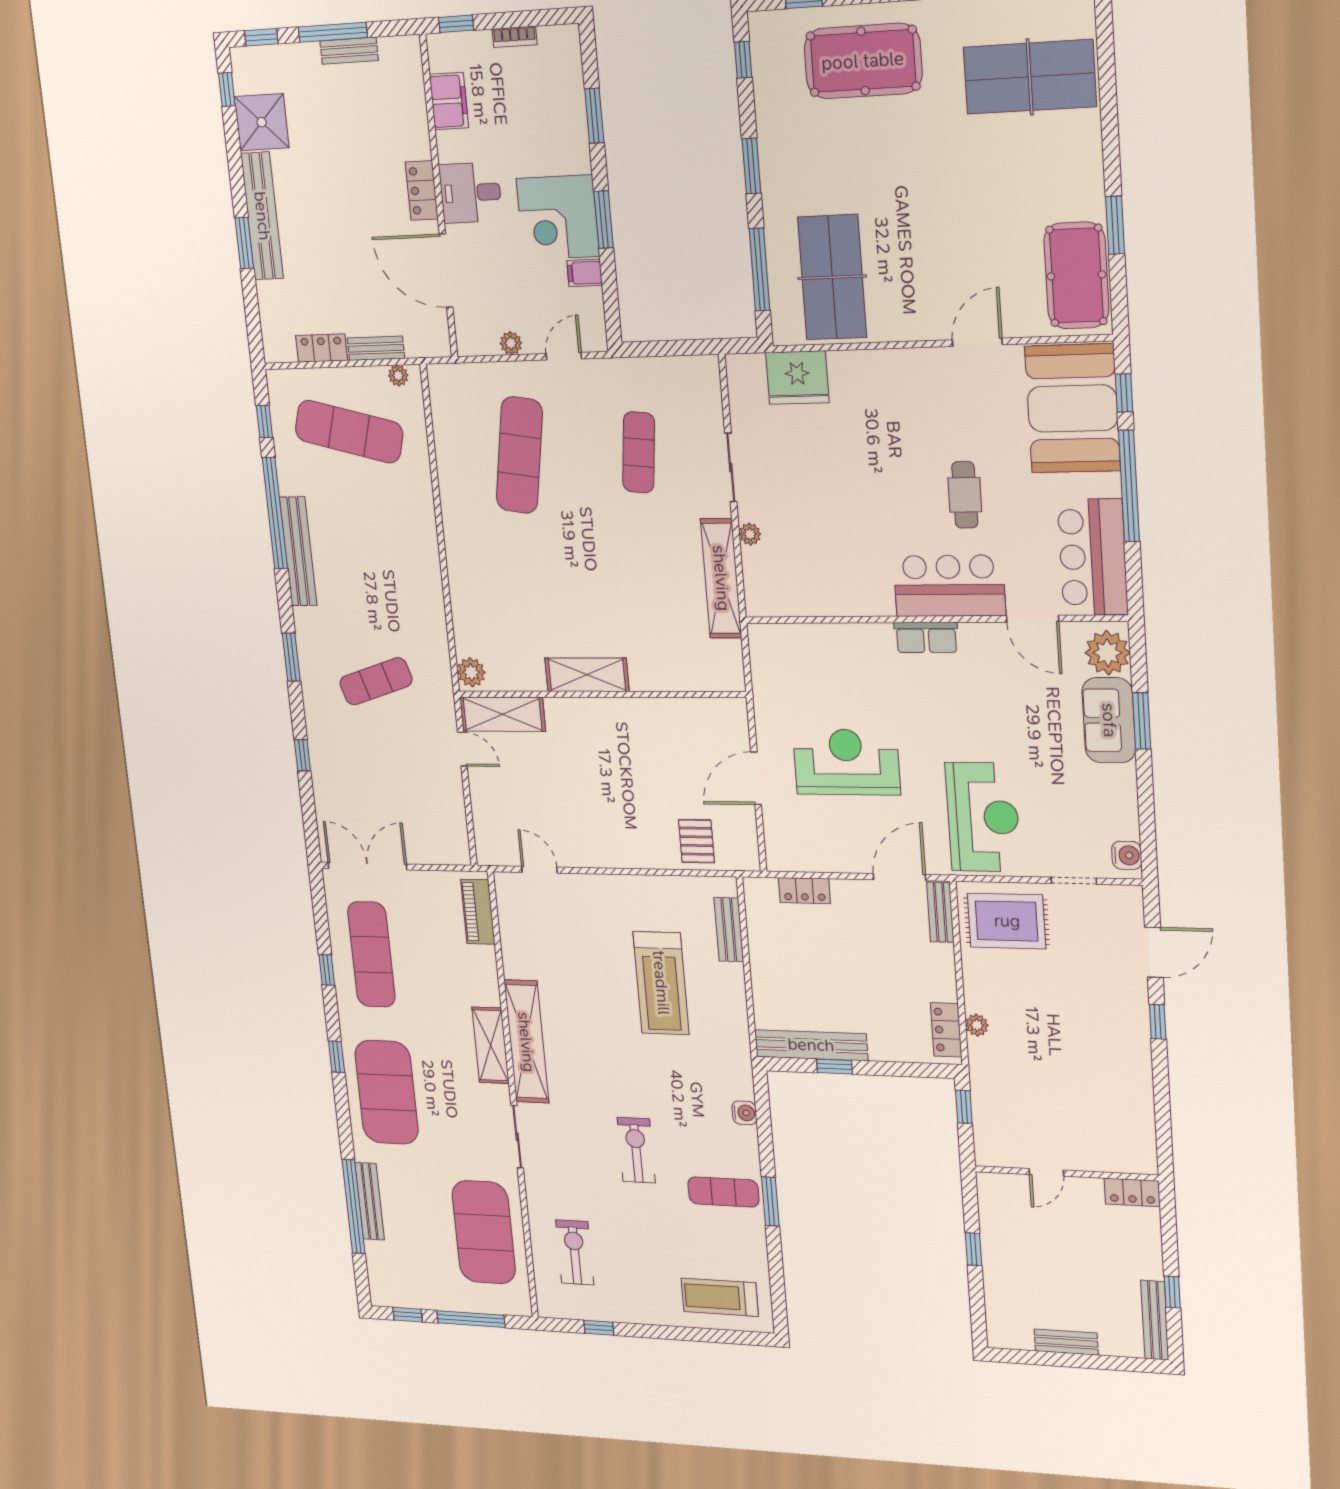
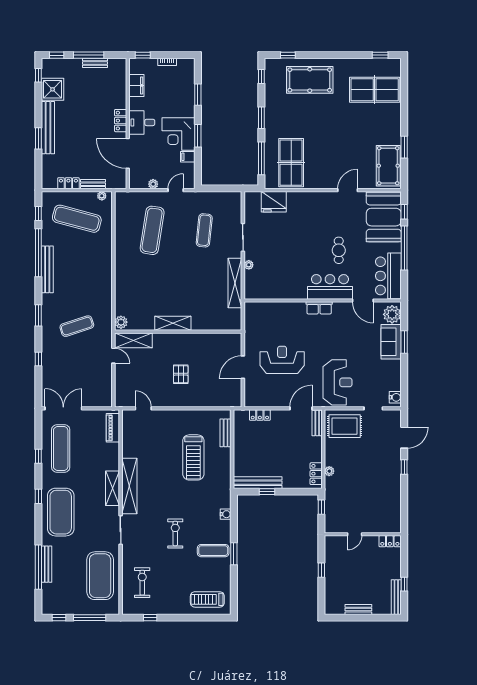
pallet: (696, 841) -> (181, 374), moved

